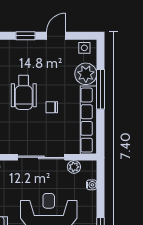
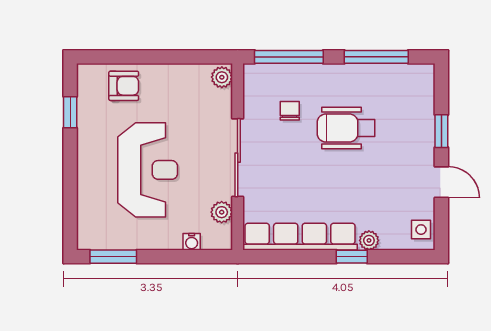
plant: (86, 74) -> (369, 240), width x0.53, depth x0.53
window: (101, 89) -> (352, 257), width x0.46
chair: (52, 107) -> (290, 111), moved

